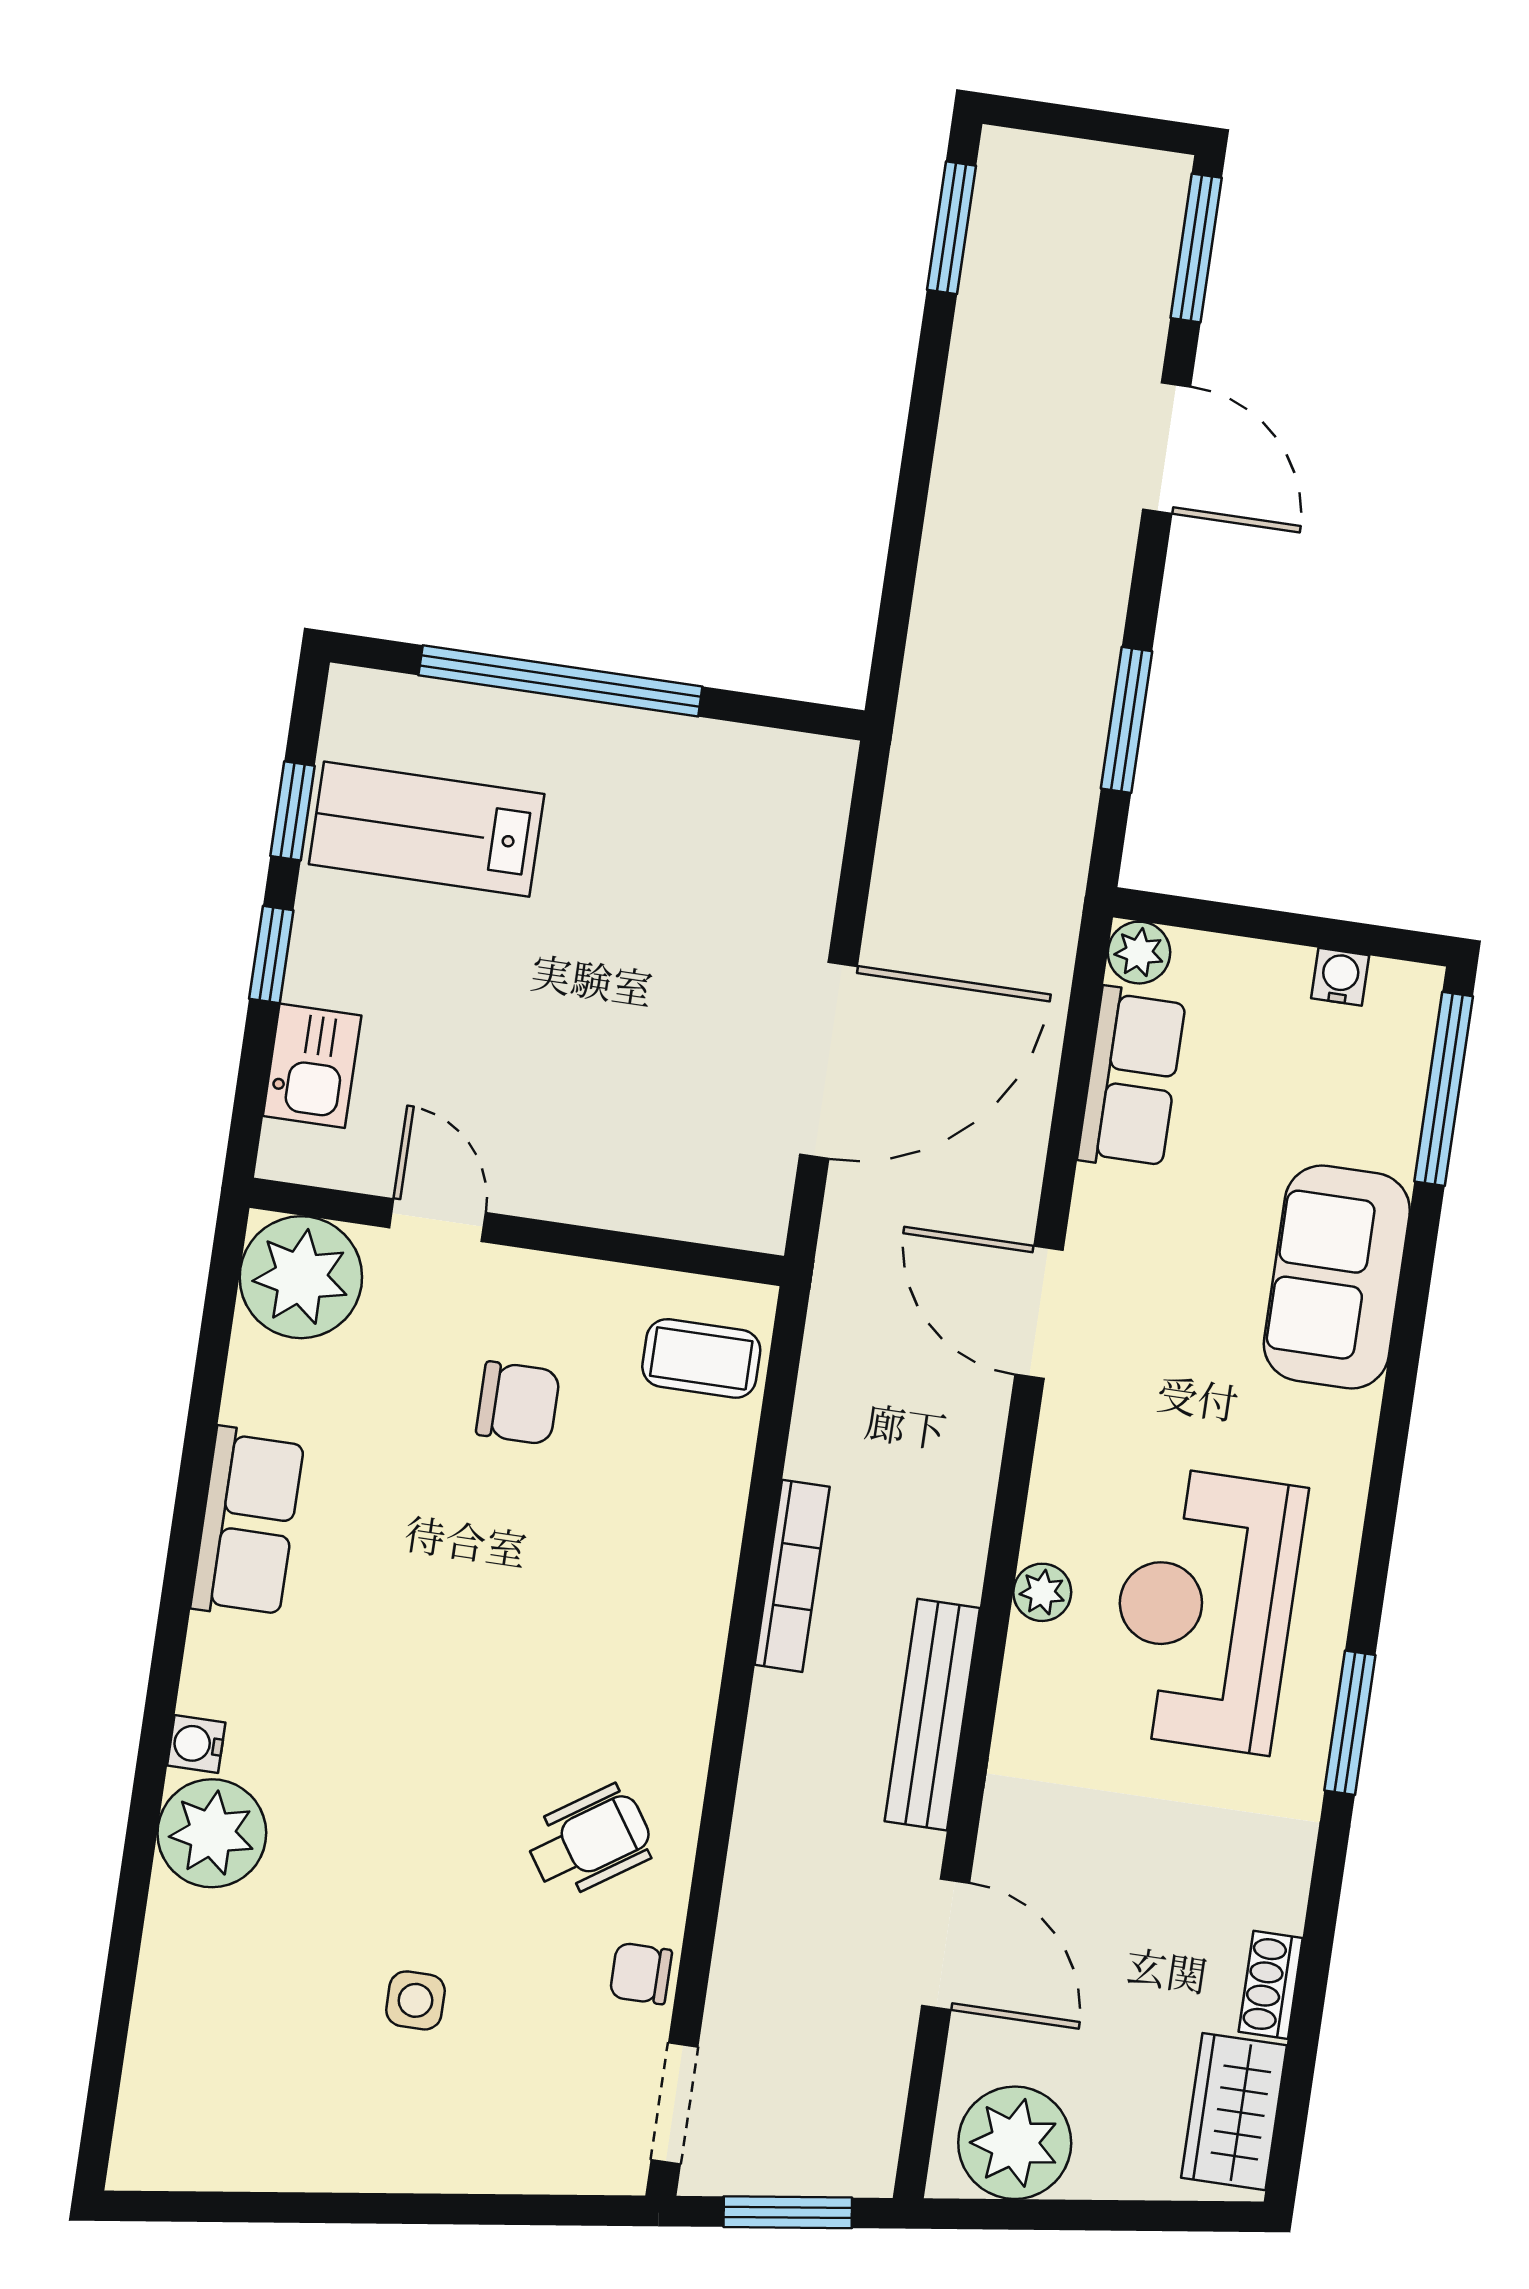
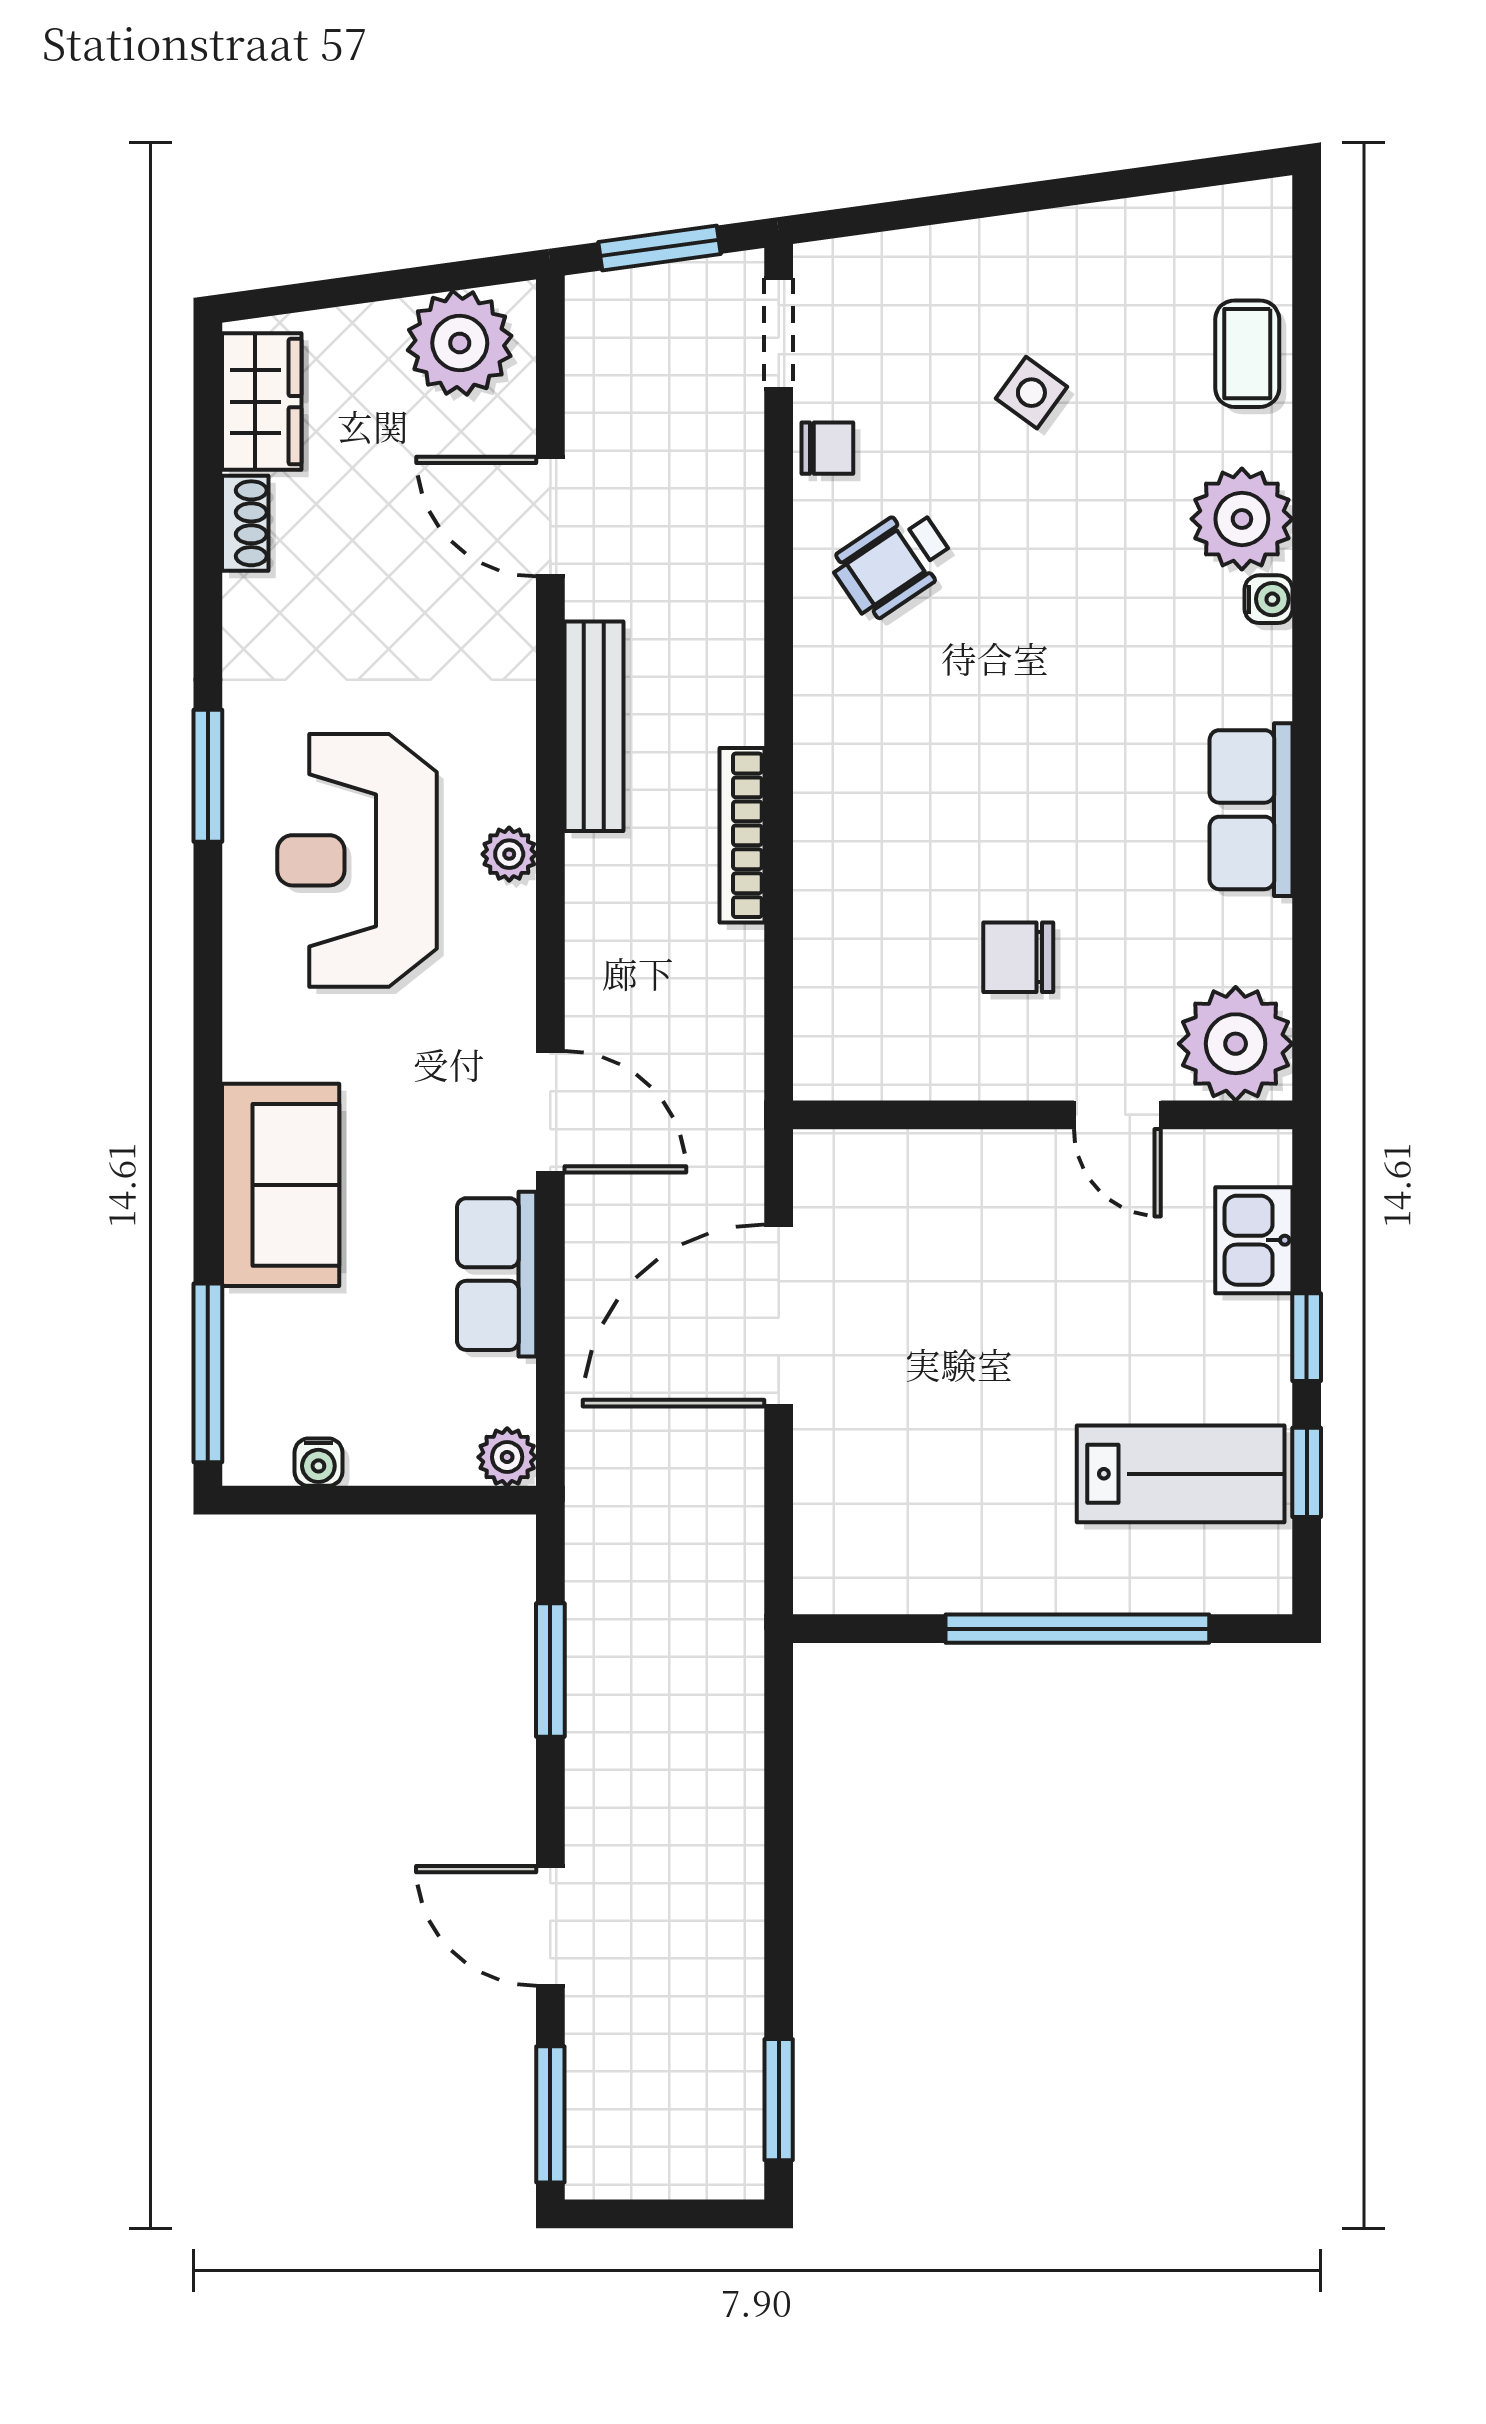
row of seats: (1132, 1079) -> (497, 1274), moved
coffee table: (701, 1358) -> (1247, 354), moved, turned 90
reception desk: (1205, 1610) -> (357, 860), turned 180
side table: (415, 2000) -> (1031, 393), turned 36

